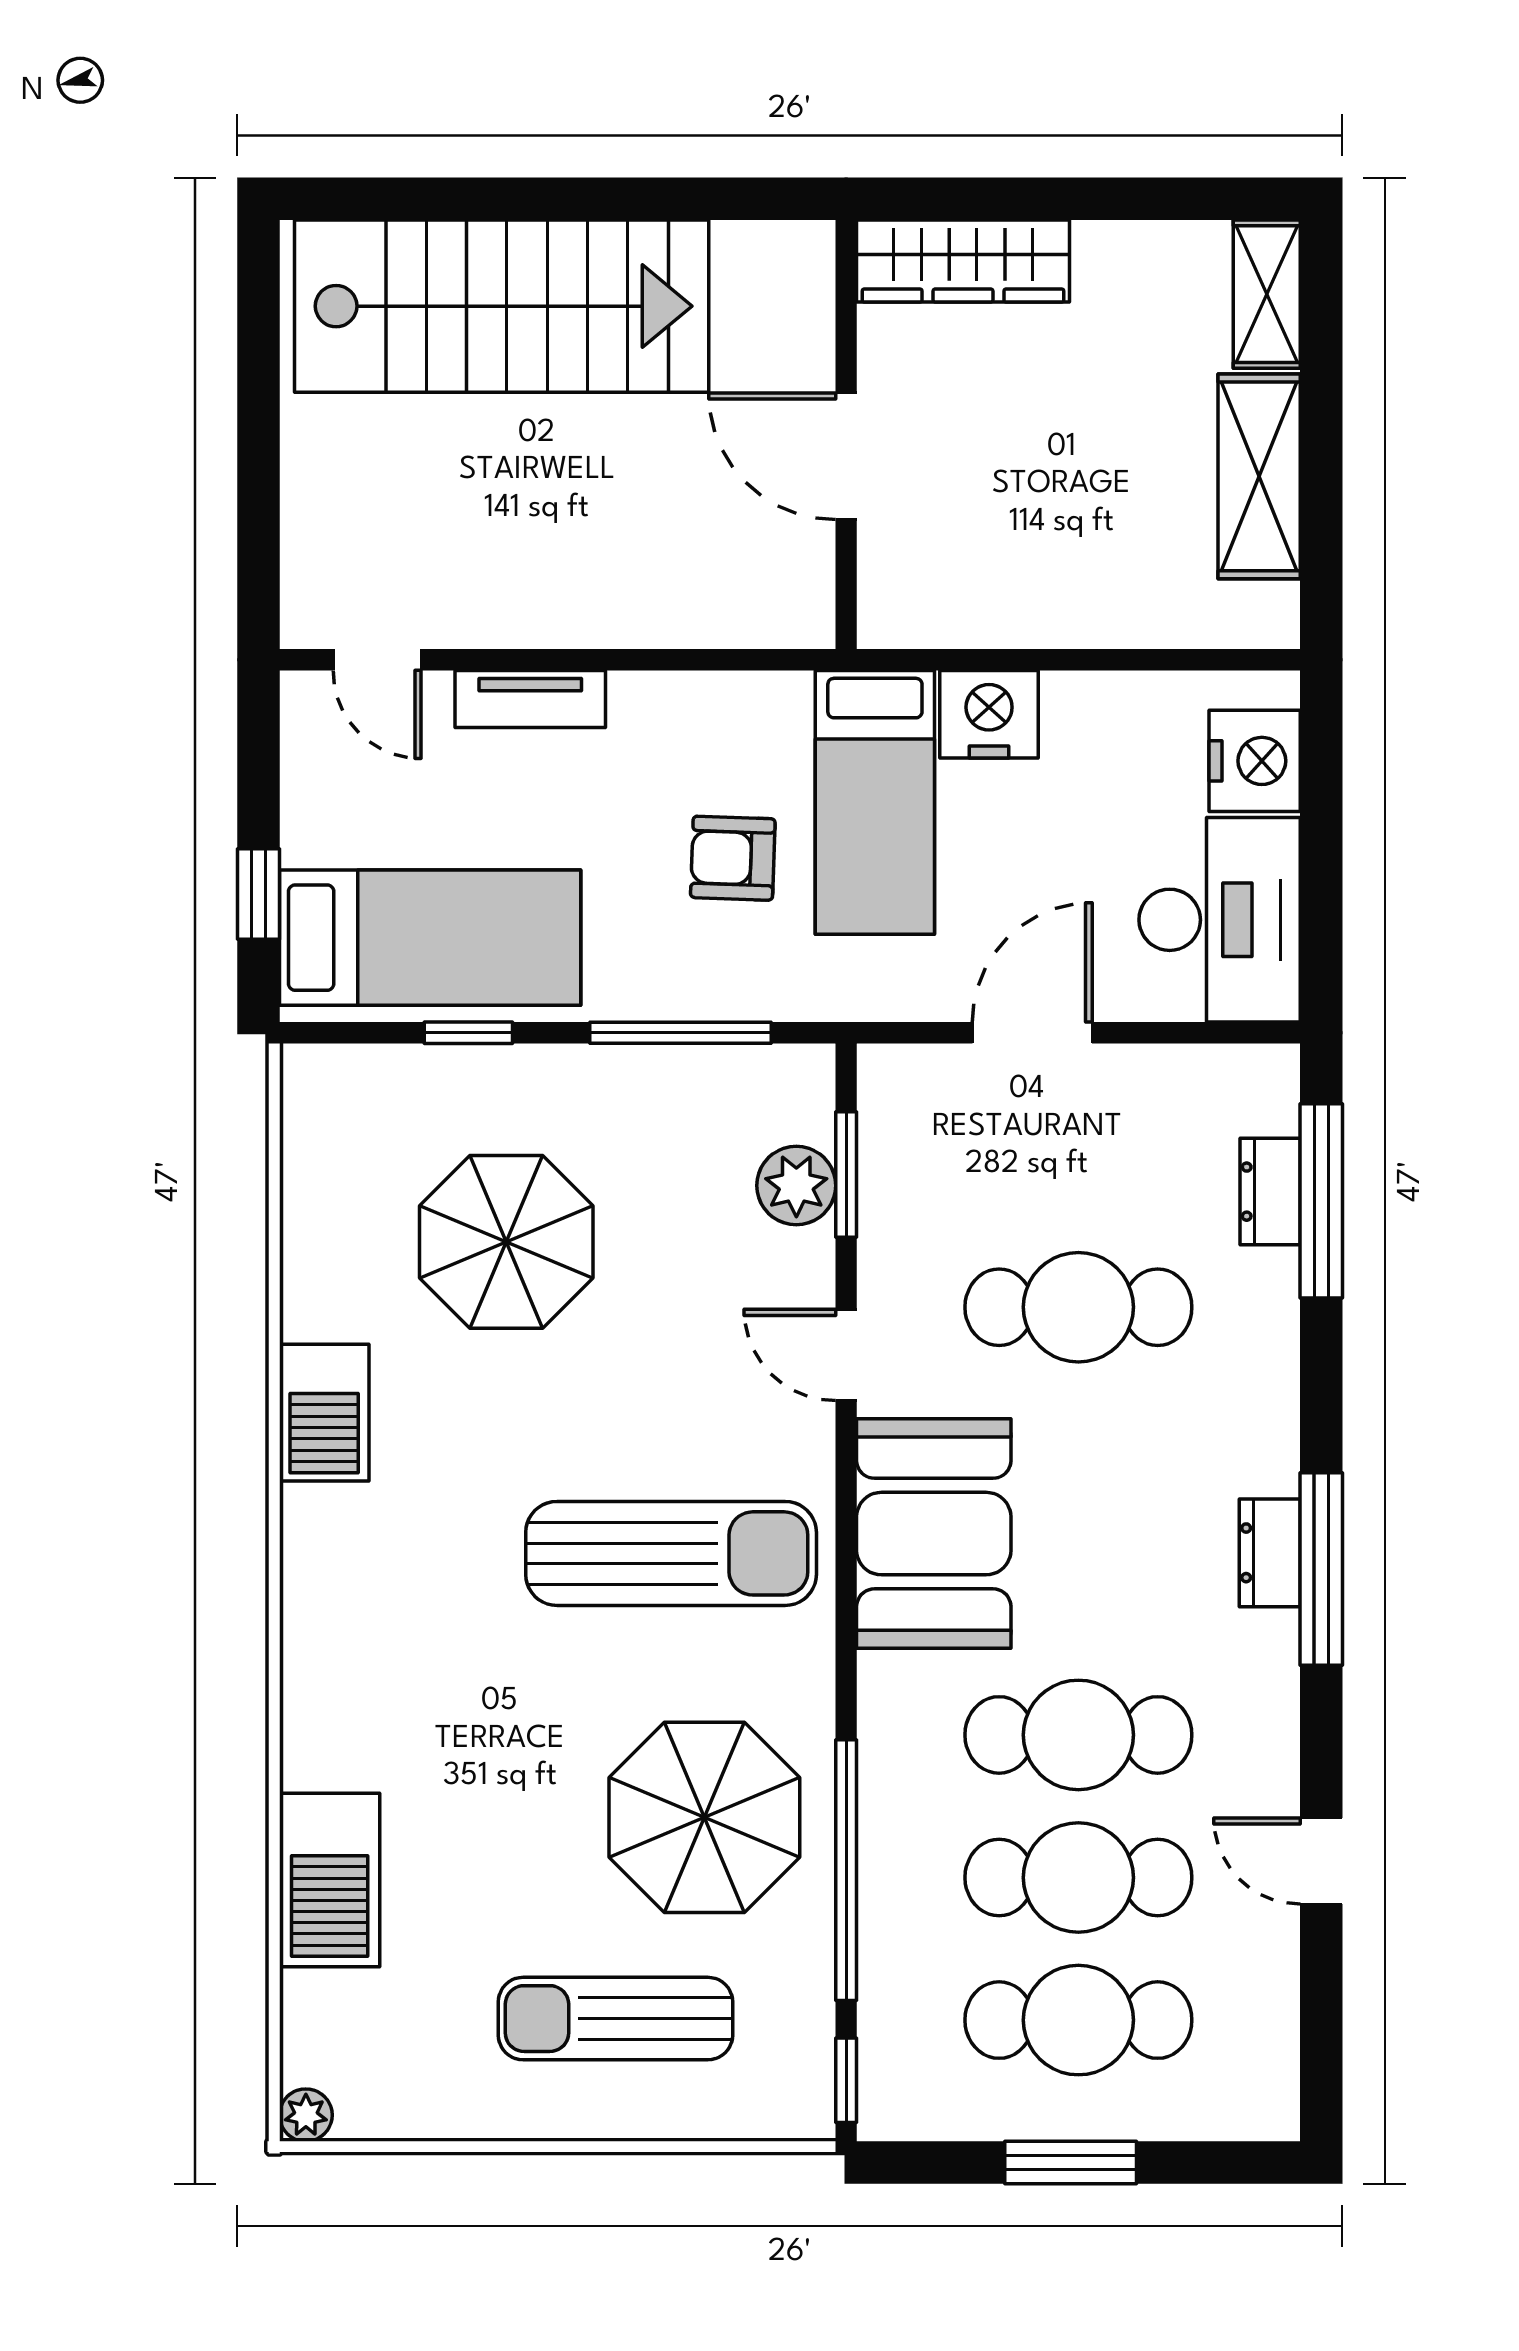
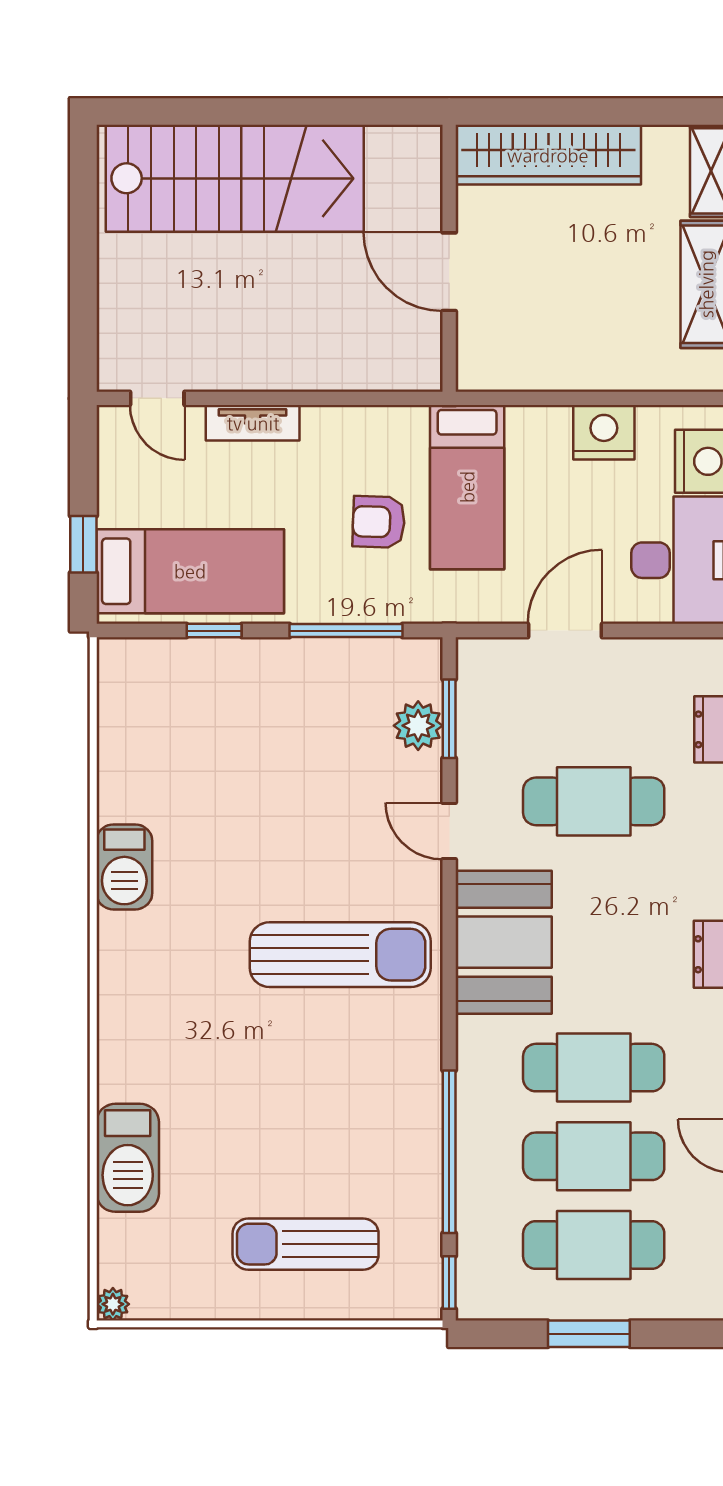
wardrobe: (963, 261) -> (548, 155), width x1.40, depth x1.17
nightstand: (989, 714) -> (604, 432), moved
parasol: (506, 1242) -> (238, 761), removed
parasol: (704, 1817) -> (361, 1119), removed

